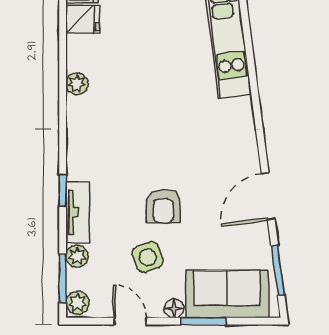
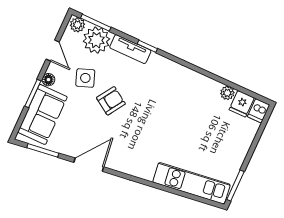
plant: (77, 84) -> (227, 93), moved
door: (268, 196) -> (89, 165), hinge flipped
armchair: (163, 206) -> (111, 101), turned 123
plant: (77, 256) -> (96, 40), width x1.88, depth x1.88
door: (130, 321) -> (53, 51), hinge flipped

